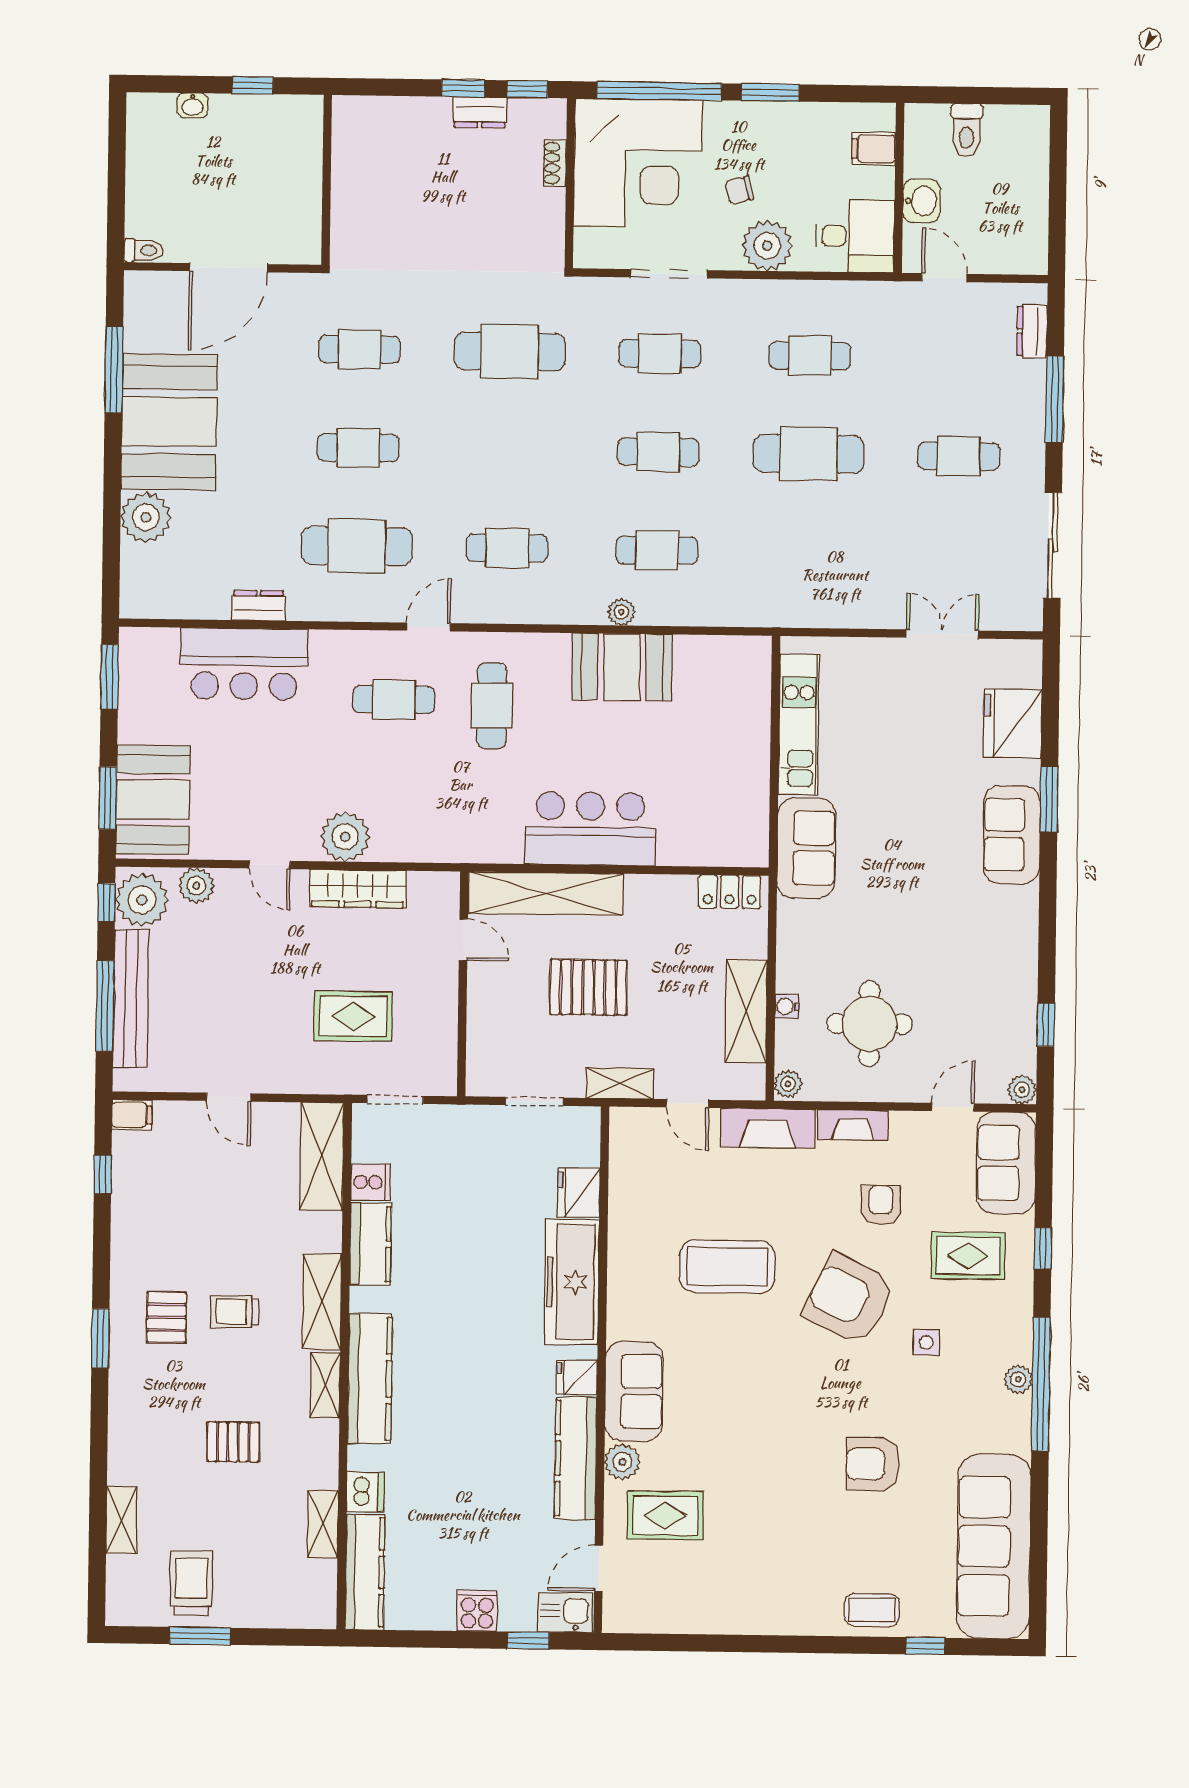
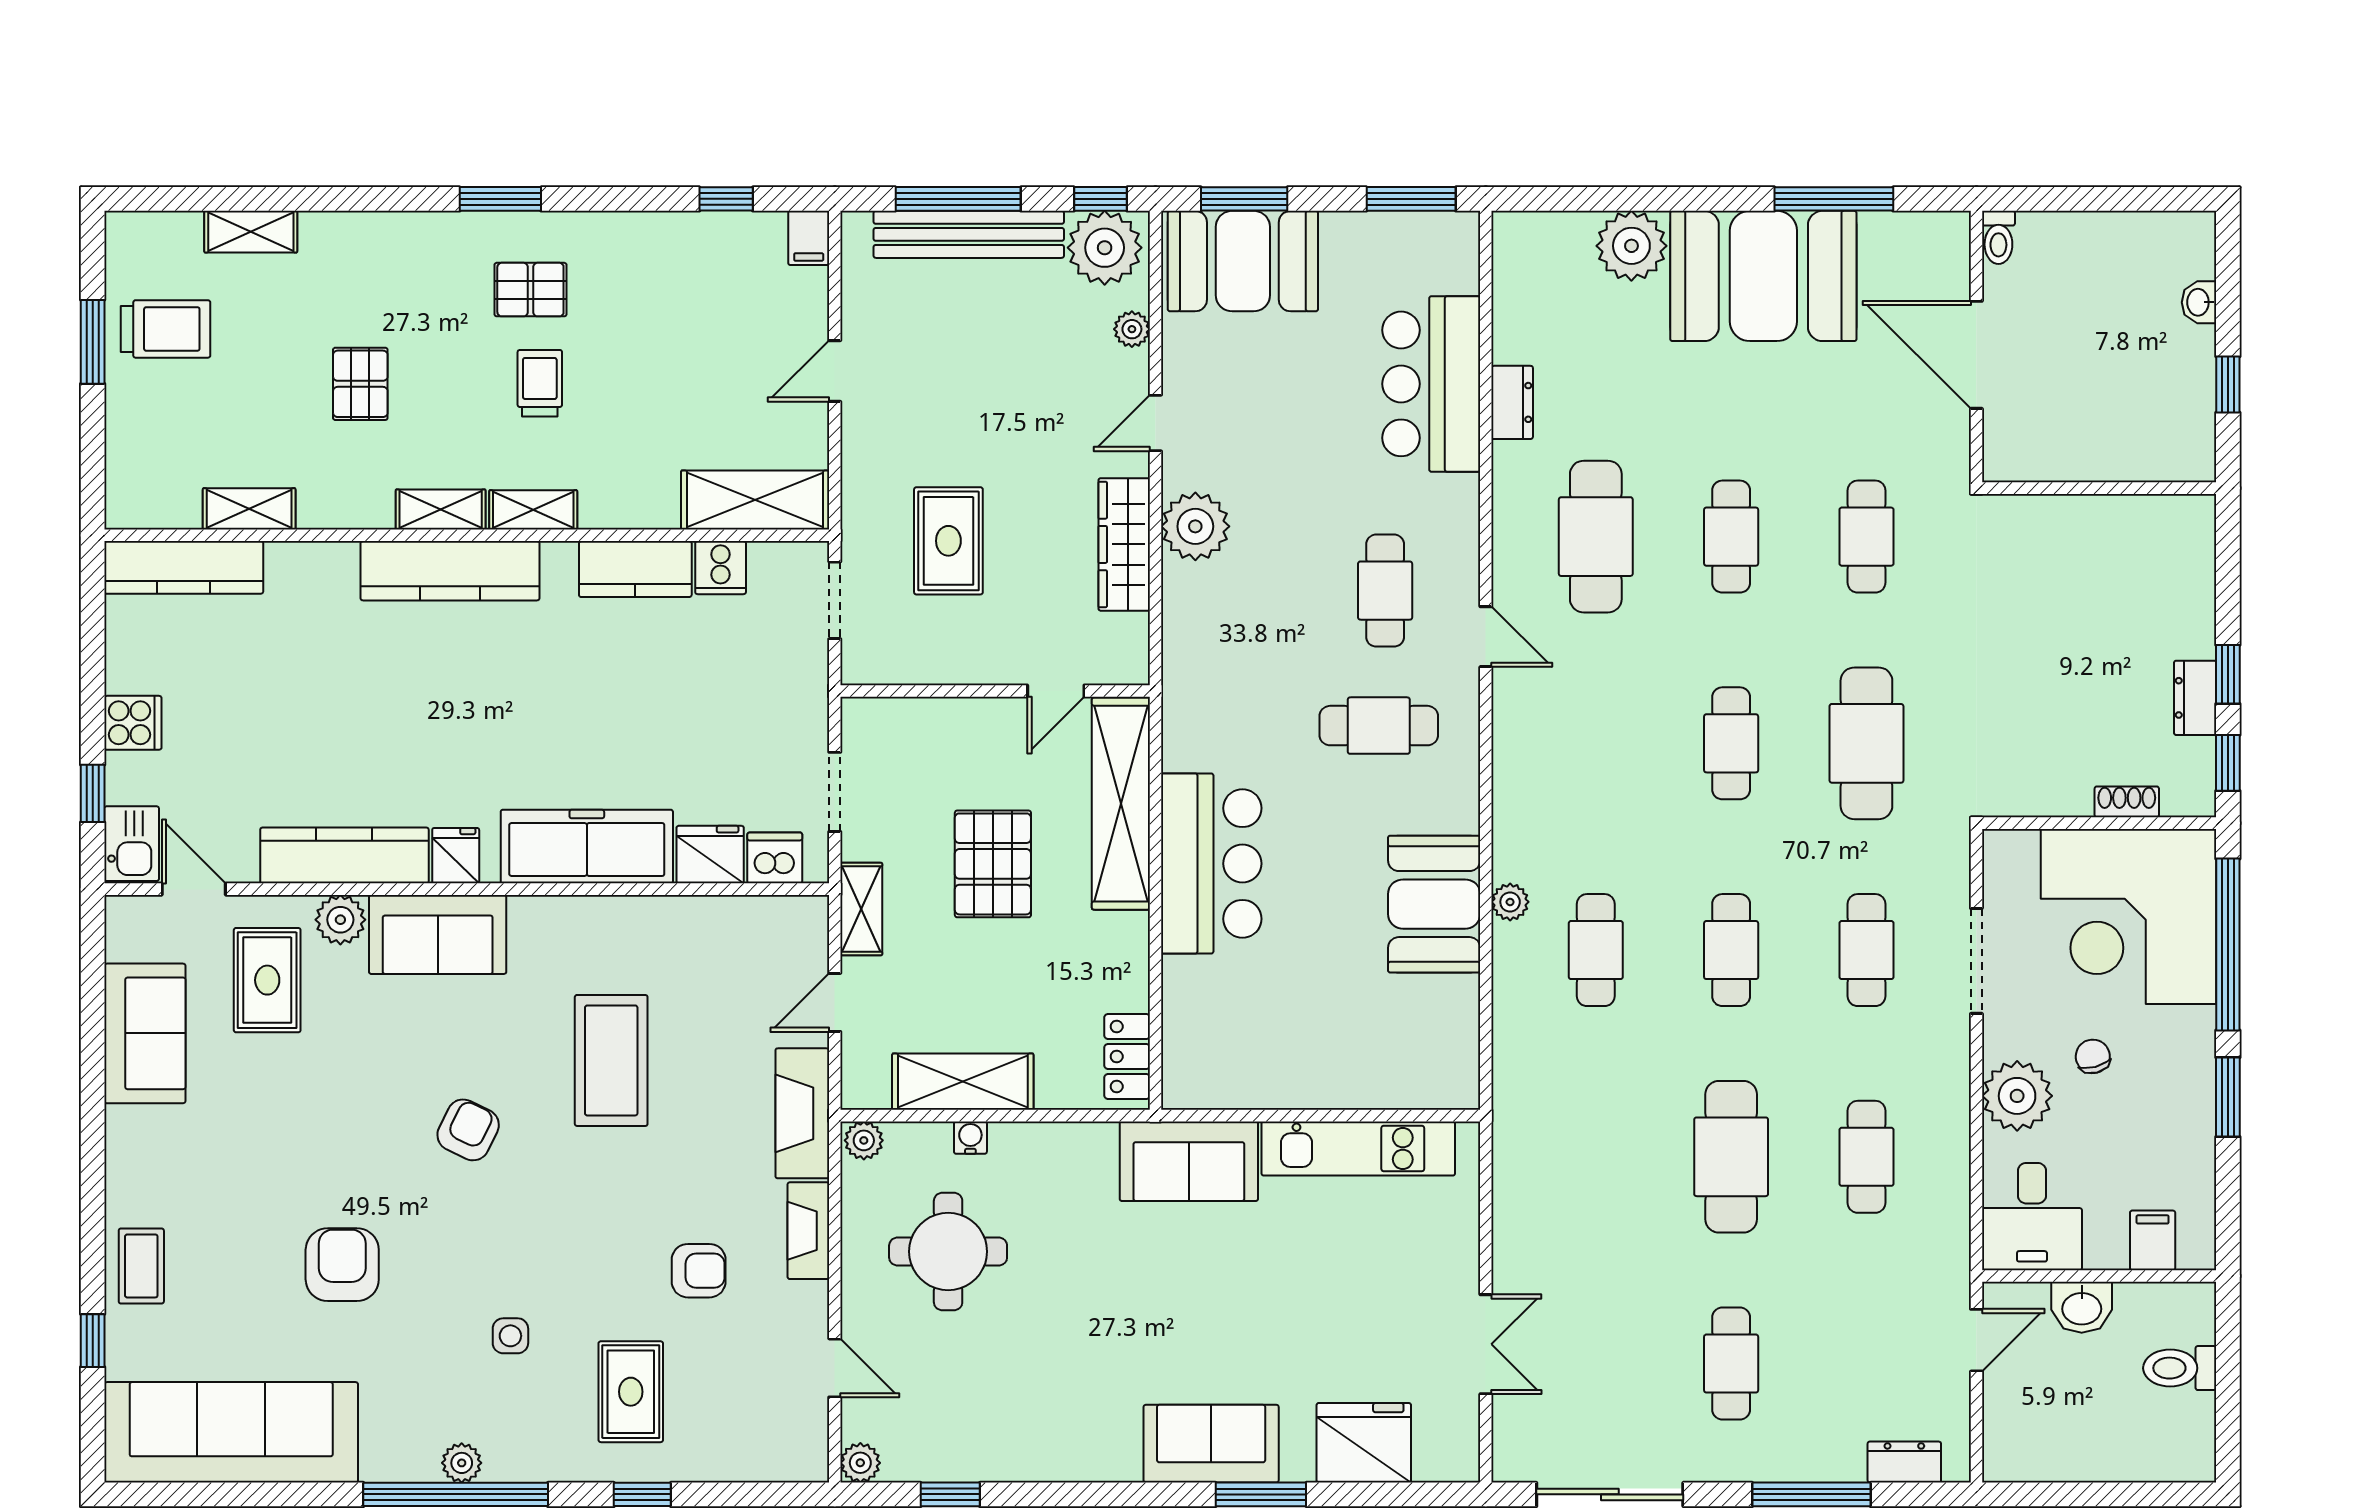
cafe table: (507, 548) -> (1731, 743), moved
plant: (196, 886) -> (1132, 329), width x0.73, depth x0.73
sofa: (1006, 1163) -> (145, 1033), moved, turned 90
armchair: (849, 1299) -> (468, 1130), moved, width x0.53, depth x0.53
shelving: (322, 1302) -> (533, 510), width x0.67, depth x0.75
dishwasher: (365, 1492) -> (775, 858), moved, turned 180

